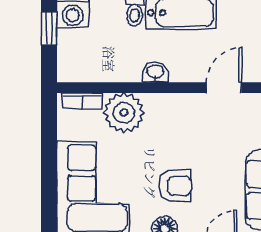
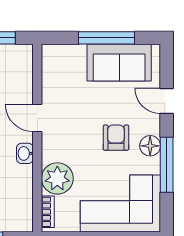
door: (224, 88) -> (37, 118), moved

